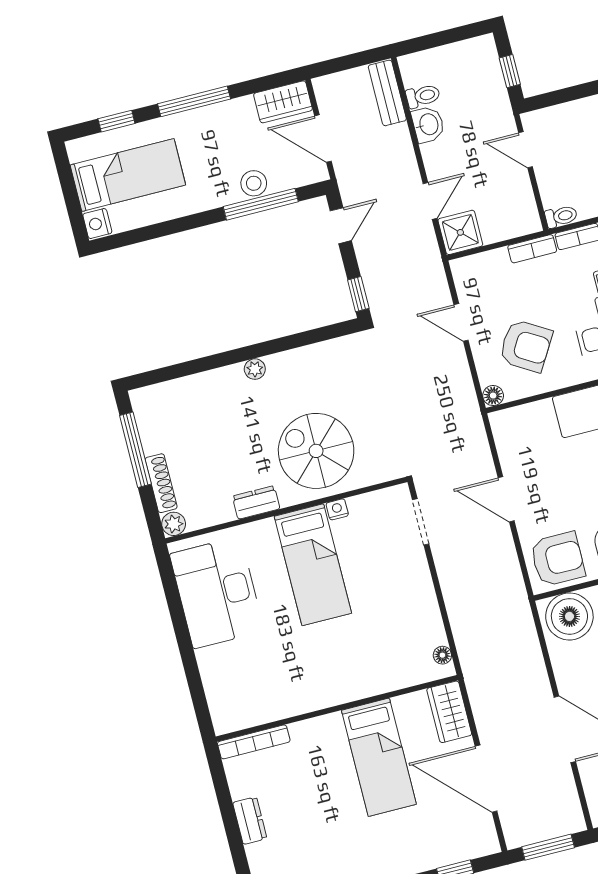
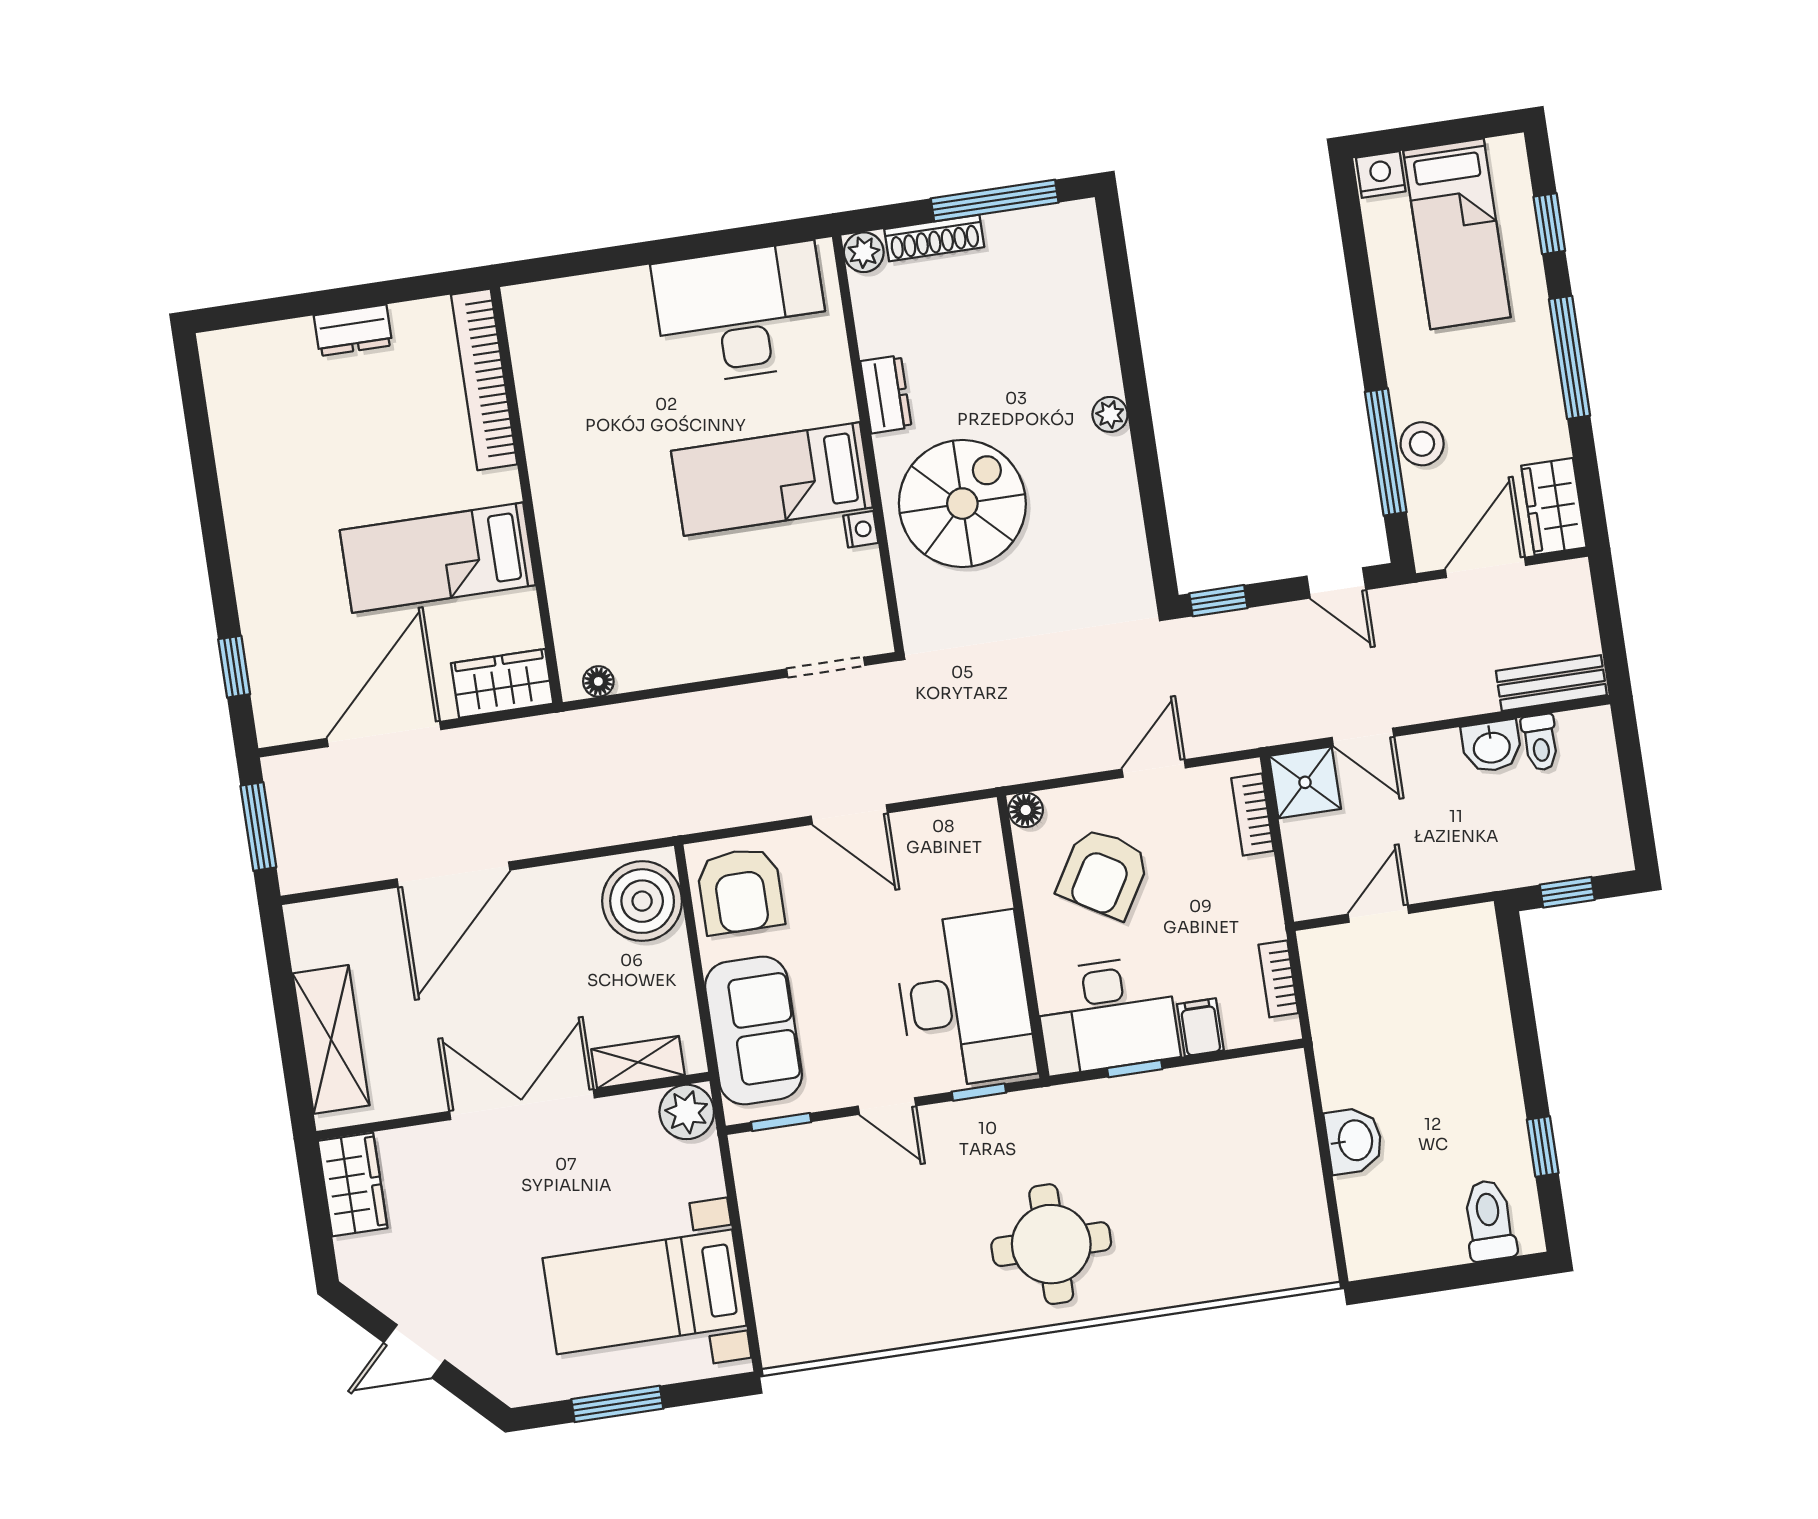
door: (526, 150) -> (1378, 914), moved
toilet: (561, 216) -> (1315, 954), removed
bookcase: (532, 249) -> (1253, 815), moved
door: (506, 499) -> (849, 815), swing flipped
bookcase: (254, 742) -> (484, 379), width x1.48, depth x1.31

